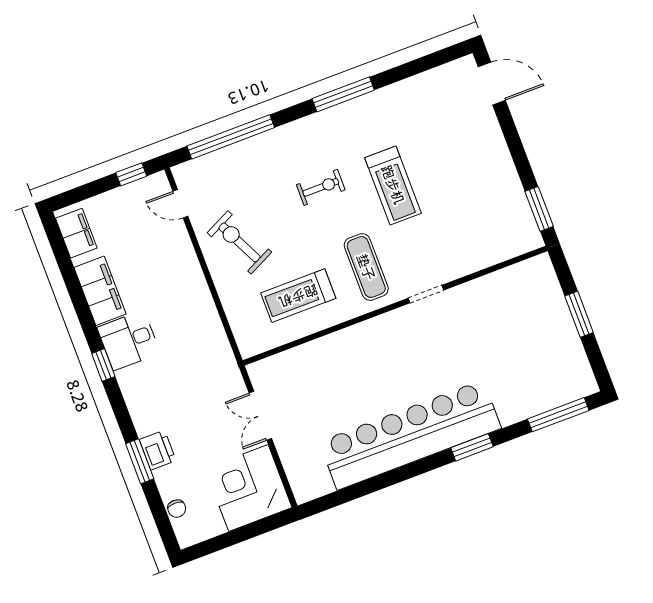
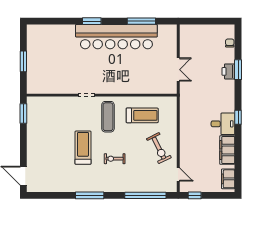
window: (558, 415) -> (141, 21), moved
corner desk: (248, 488) -> (195, 40), removed

